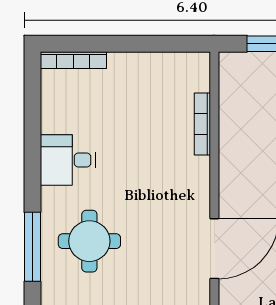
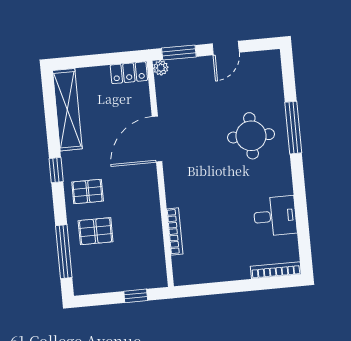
desk: (68, 160) -> (275, 216), moved

